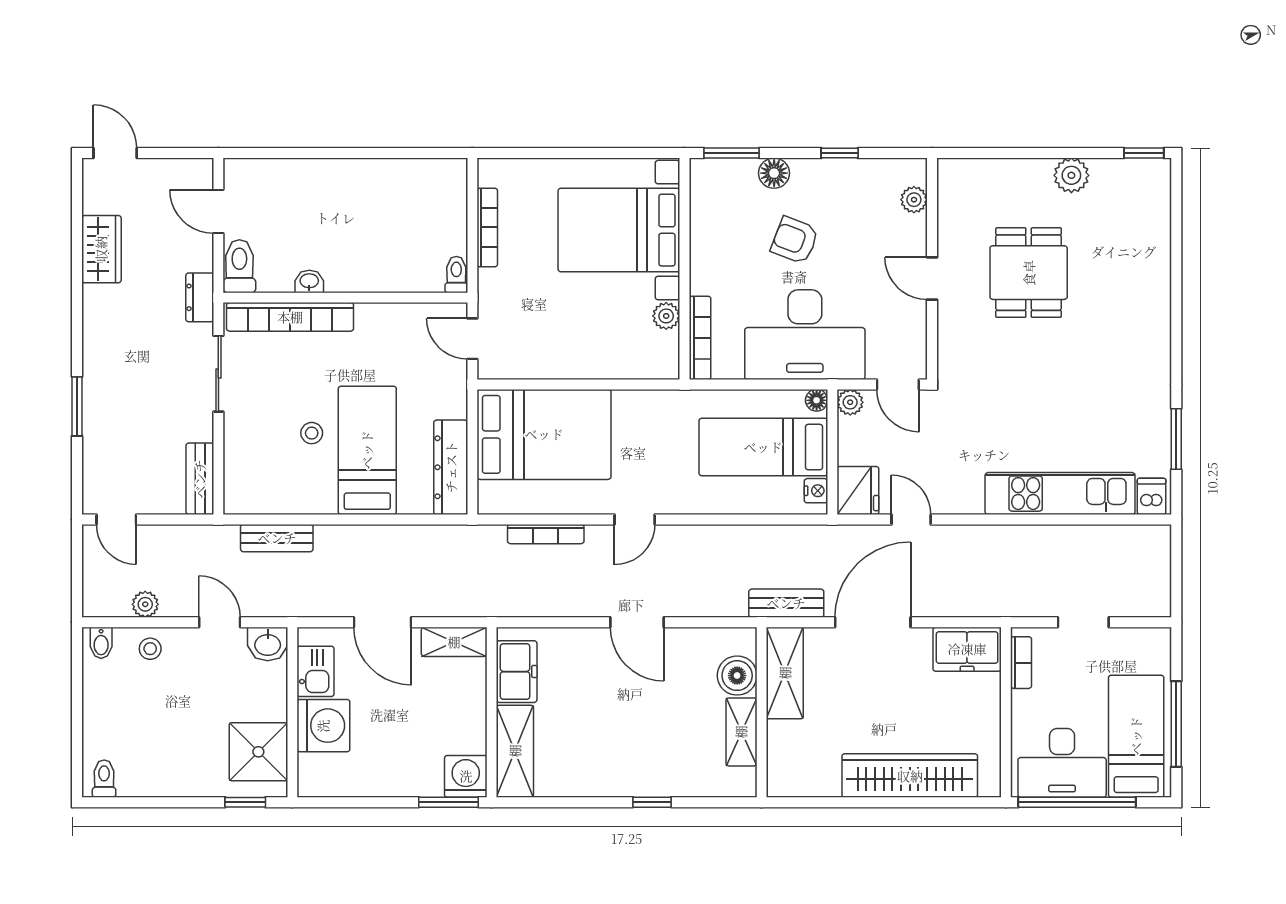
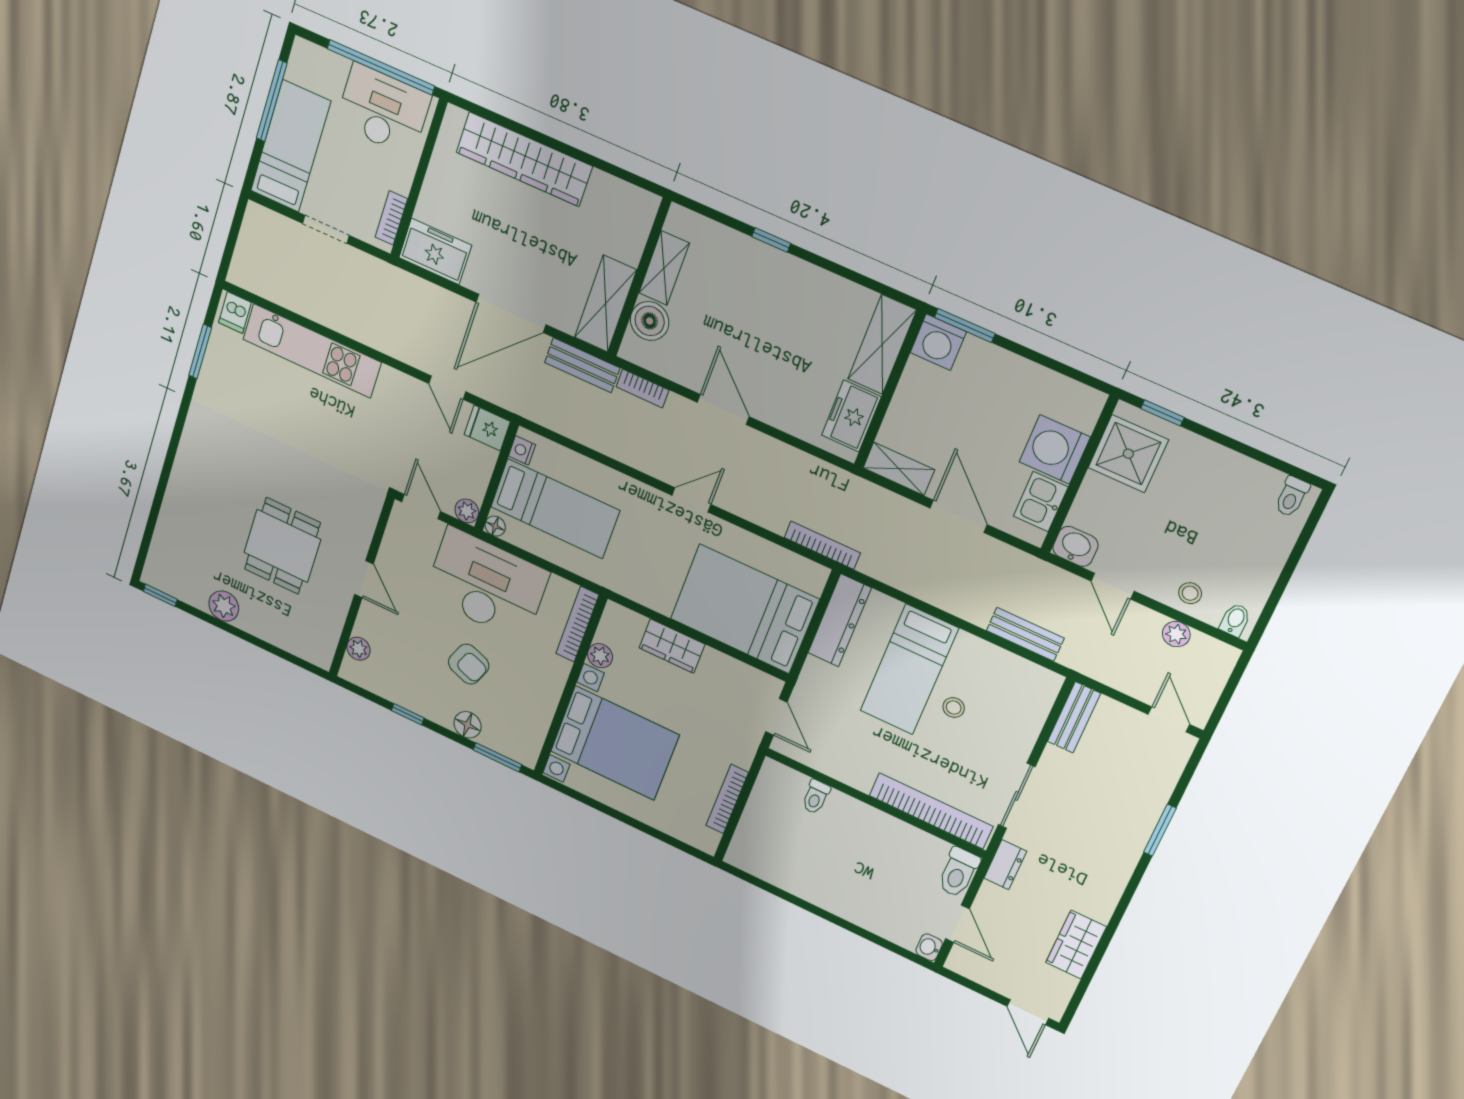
toilet: (456, 275) -> (816, 797), moved
washbasin: (309, 281) -> (929, 947), moved, turned 90
wardrobe: (599, 362) -> (672, 646), added
fridge: (858, 490) -> (487, 428), width x0.72
bookcase: (546, 534) -> (822, 545), moved
bookcase: (721, 607) -> (642, 388), added
bed: (1136, 736) -> (291, 146), moved, turned 180

